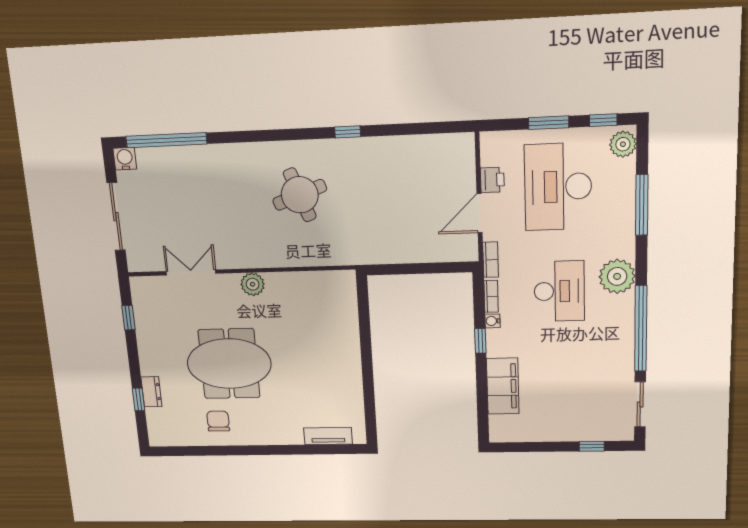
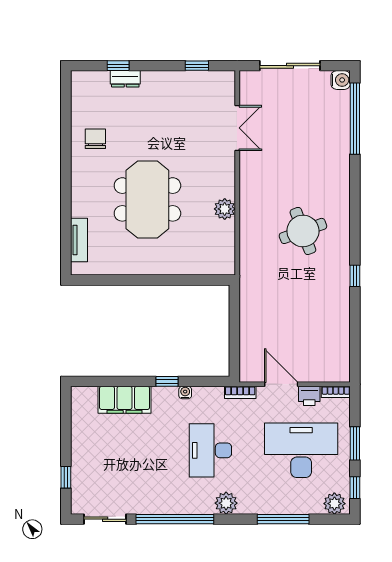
plant: (617, 276) -> (226, 503), width x0.73, depth x0.73
plant: (253, 284) -> (225, 209), moved
desk: (559, 291) -> (210, 450), turned 90
bookcase: (491, 296) -> (336, 392), moved
meeting table: (229, 364) -> (147, 199), moved
chair: (218, 421) -> (95, 139), turned -90

